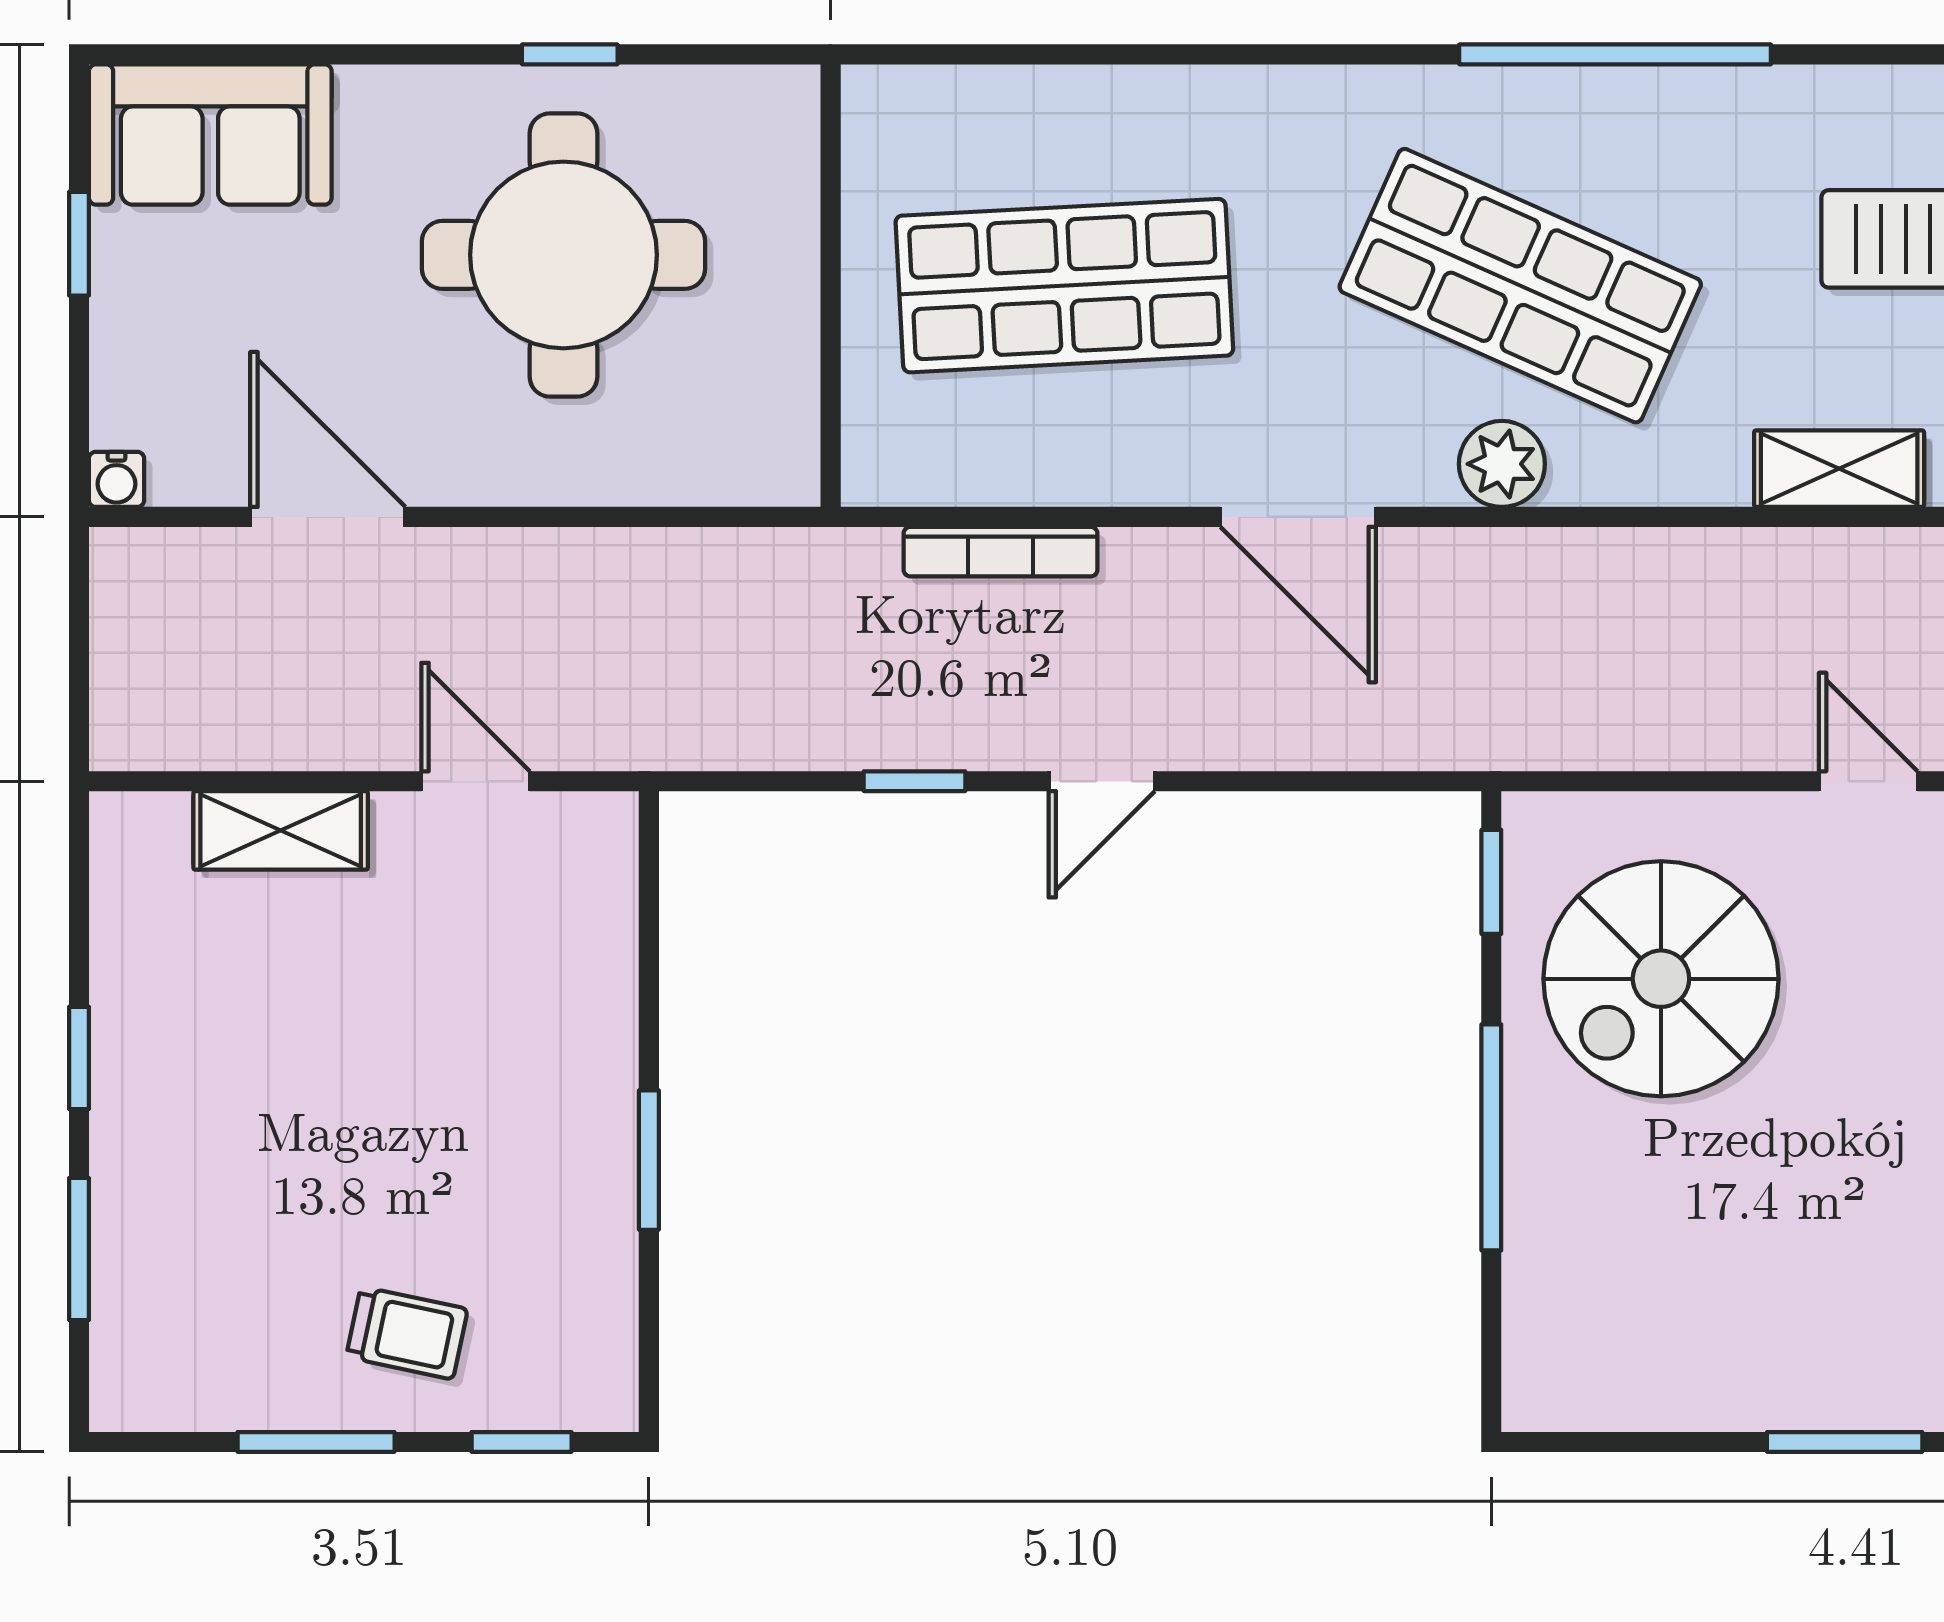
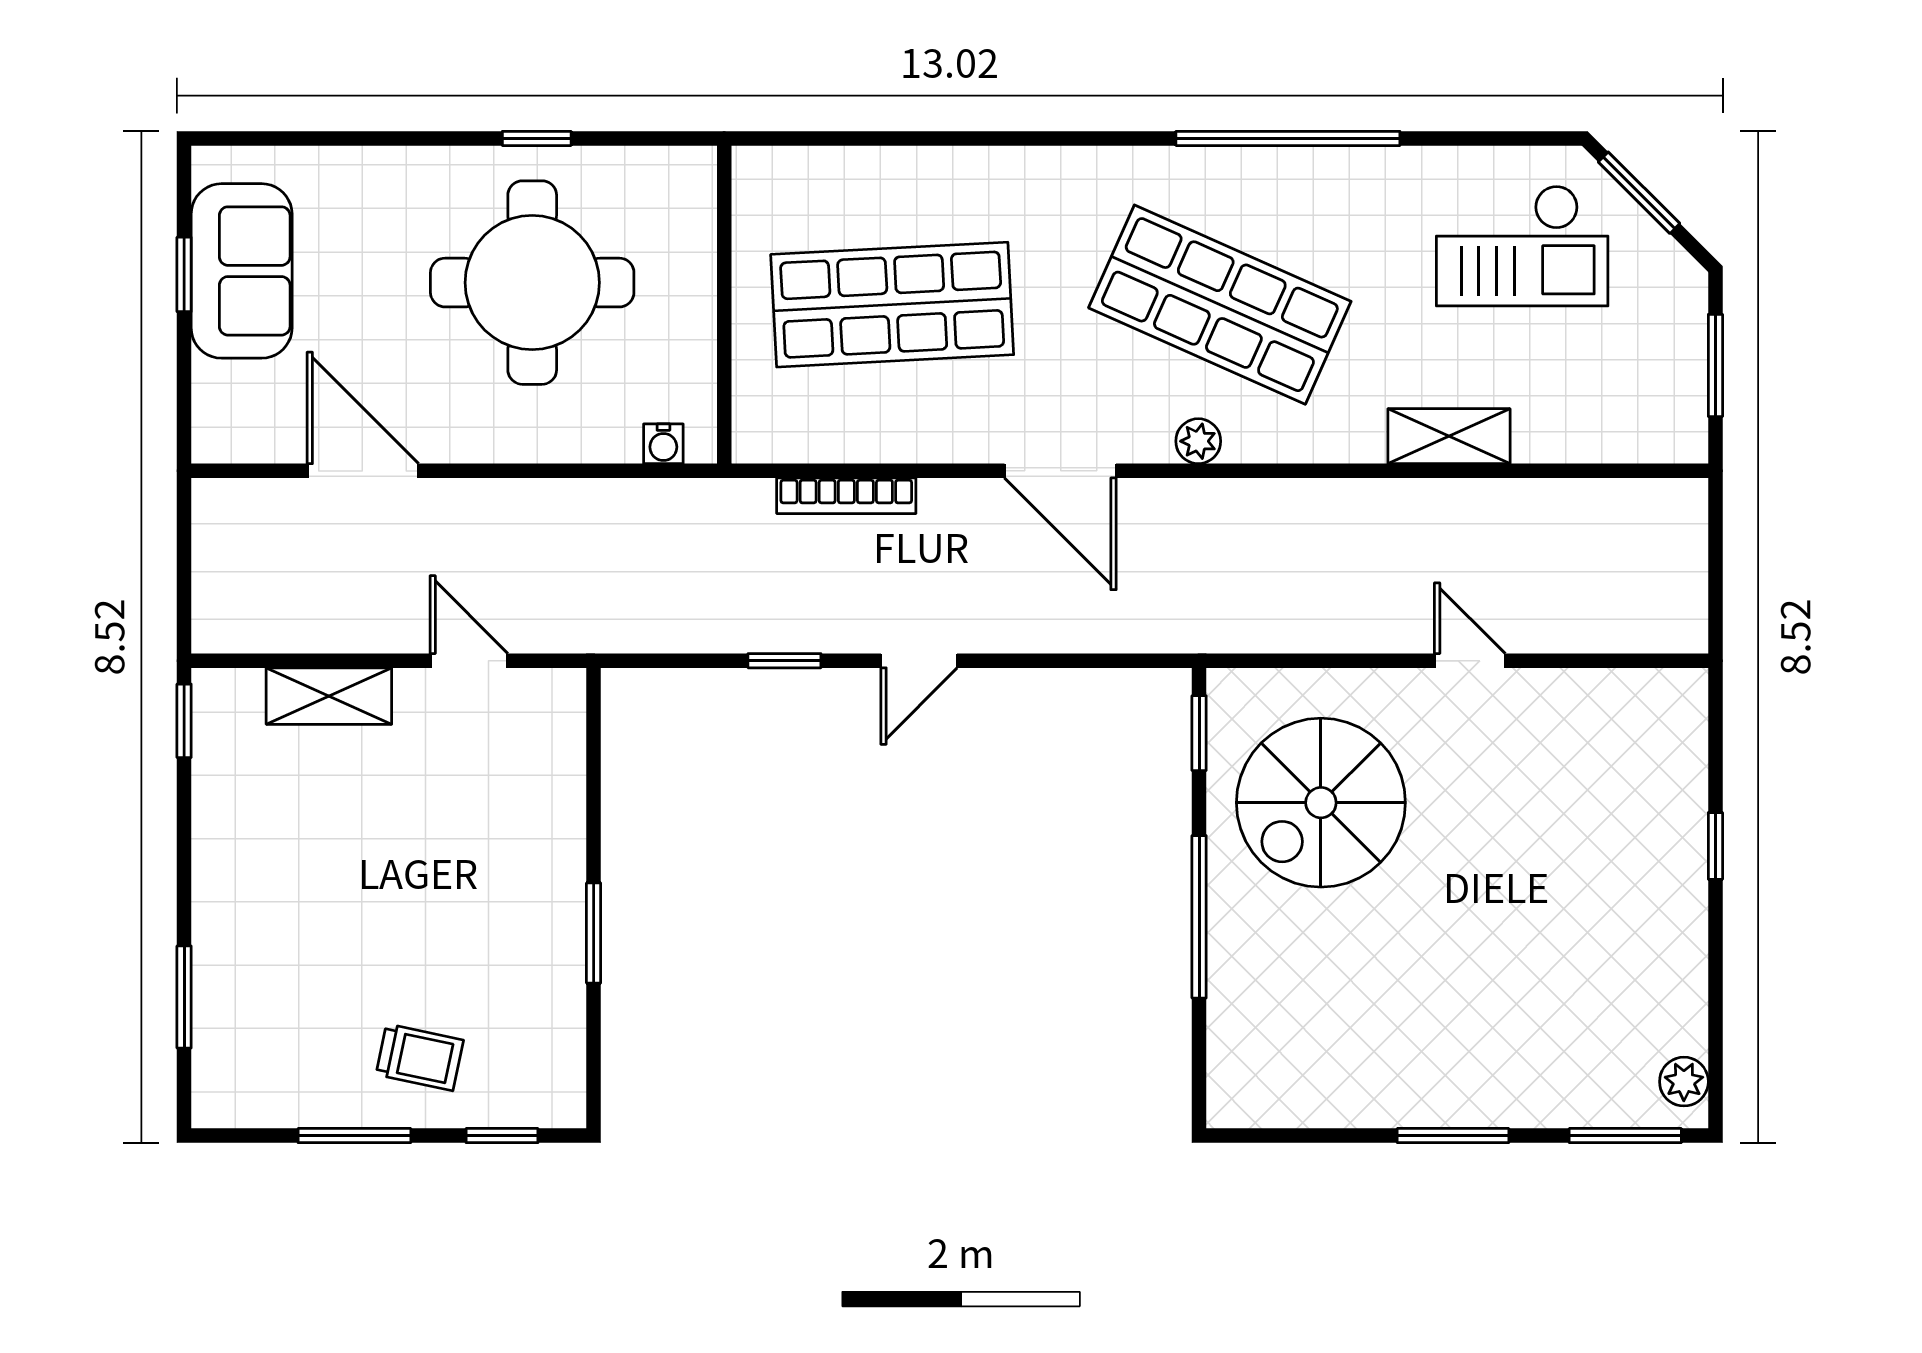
sofa: (210, 134) -> (242, 271), moved, turned -90
plant: (1502, 464) -> (1198, 441), width x0.73, depth x0.73
water cooler: (117, 479) -> (663, 444), moved
window: (79, 1058) -> (184, 721), moved

